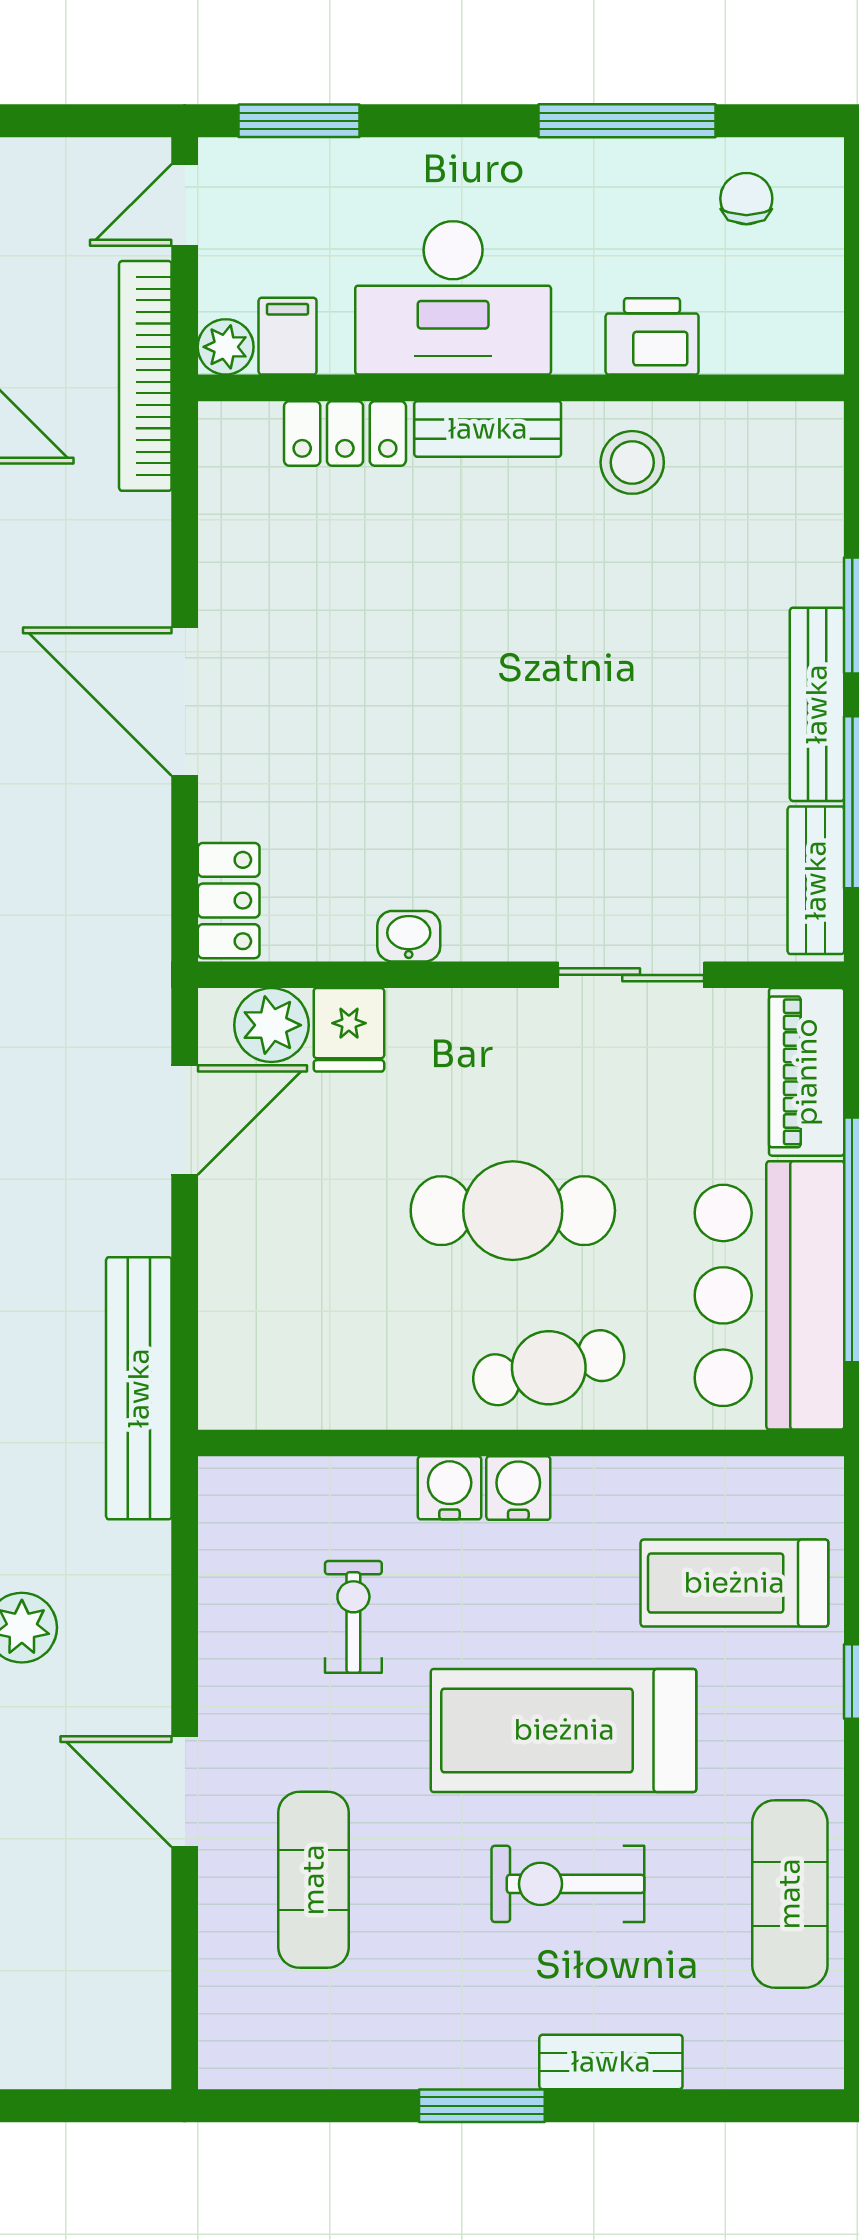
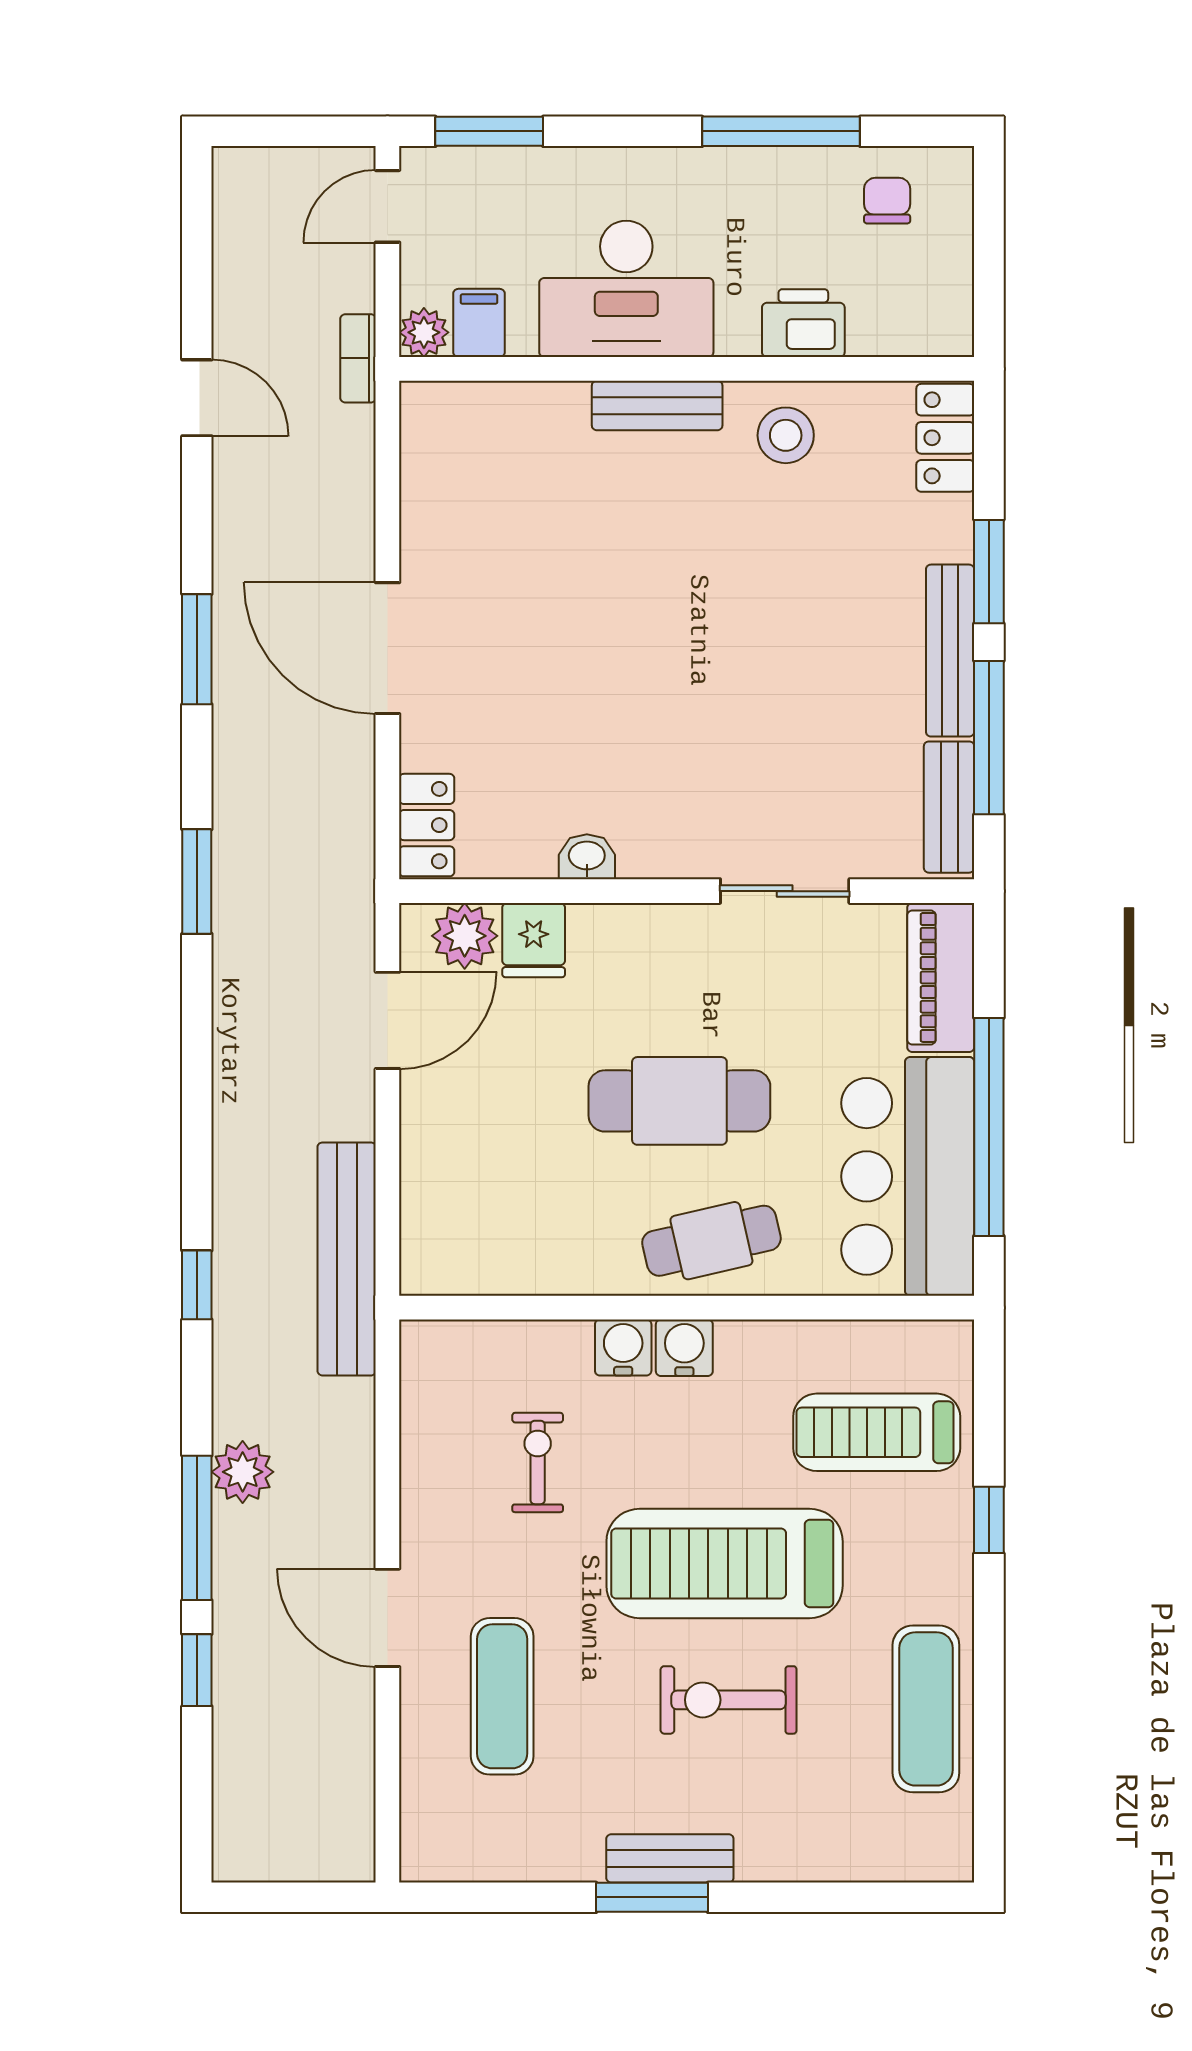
bookcase: (145, 376) -> (358, 358), width x0.43, depth x0.76
locker: (345, 433) -> (945, 438), moved, turned 90
bench: (611, 2062) -> (670, 1858), moved

